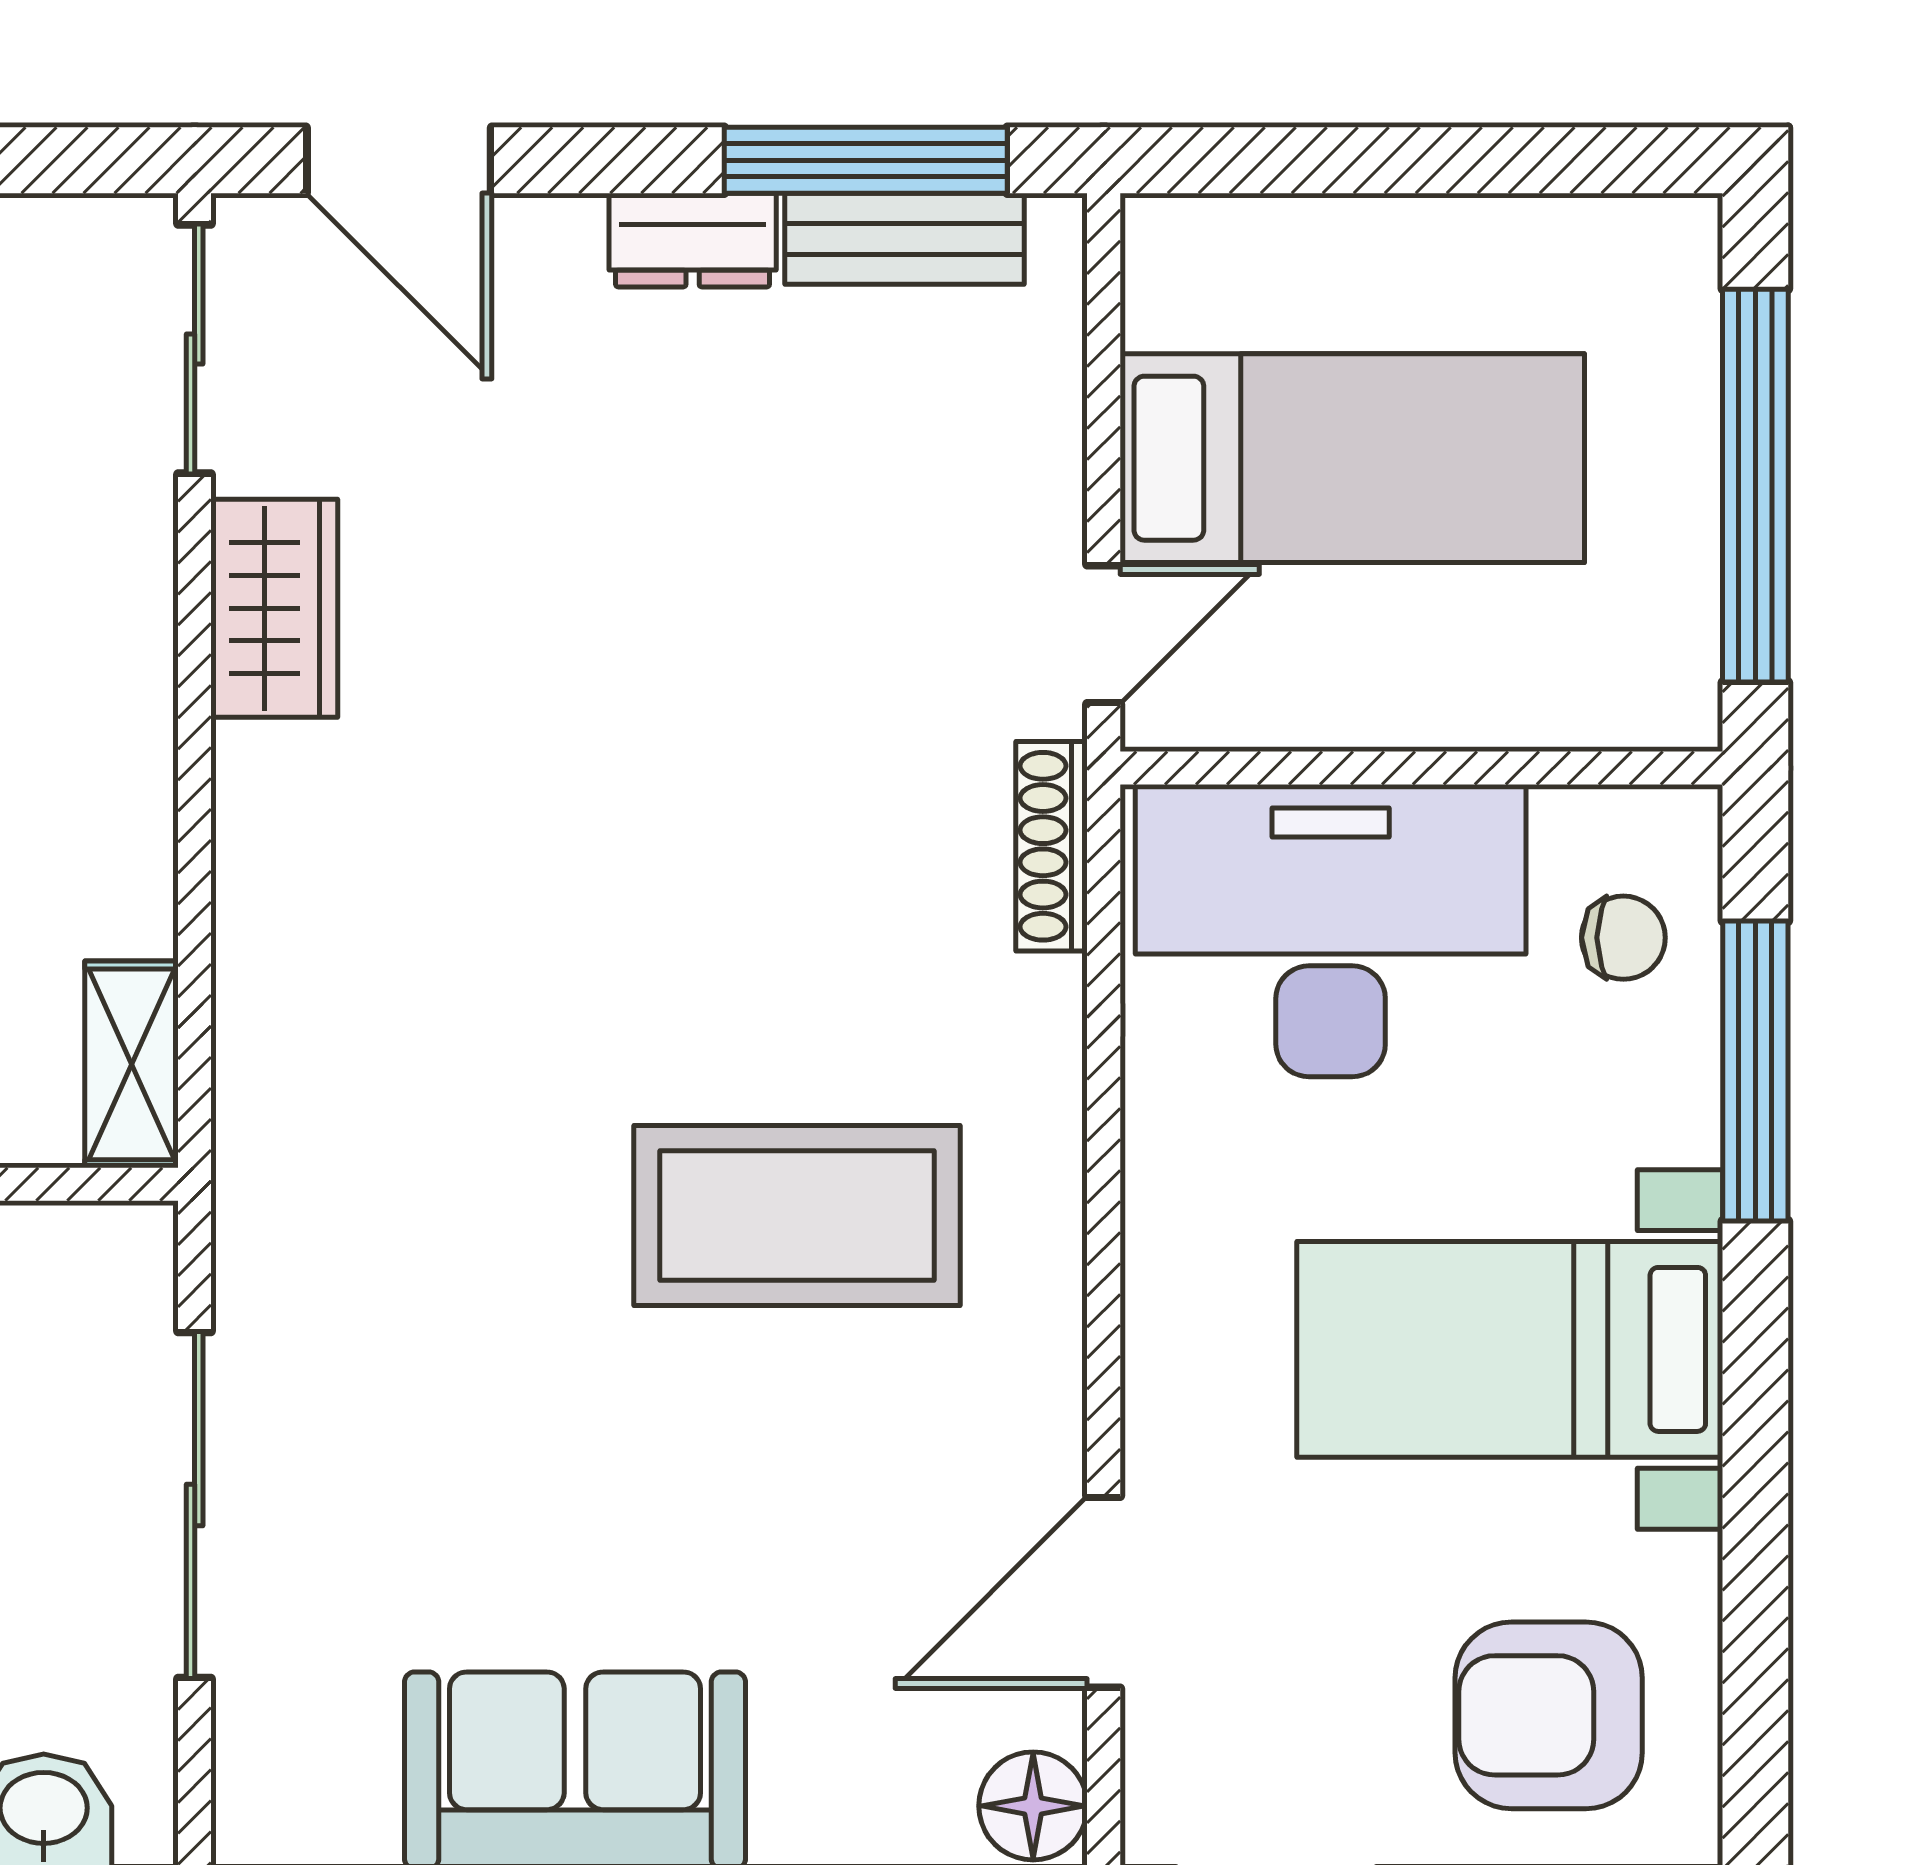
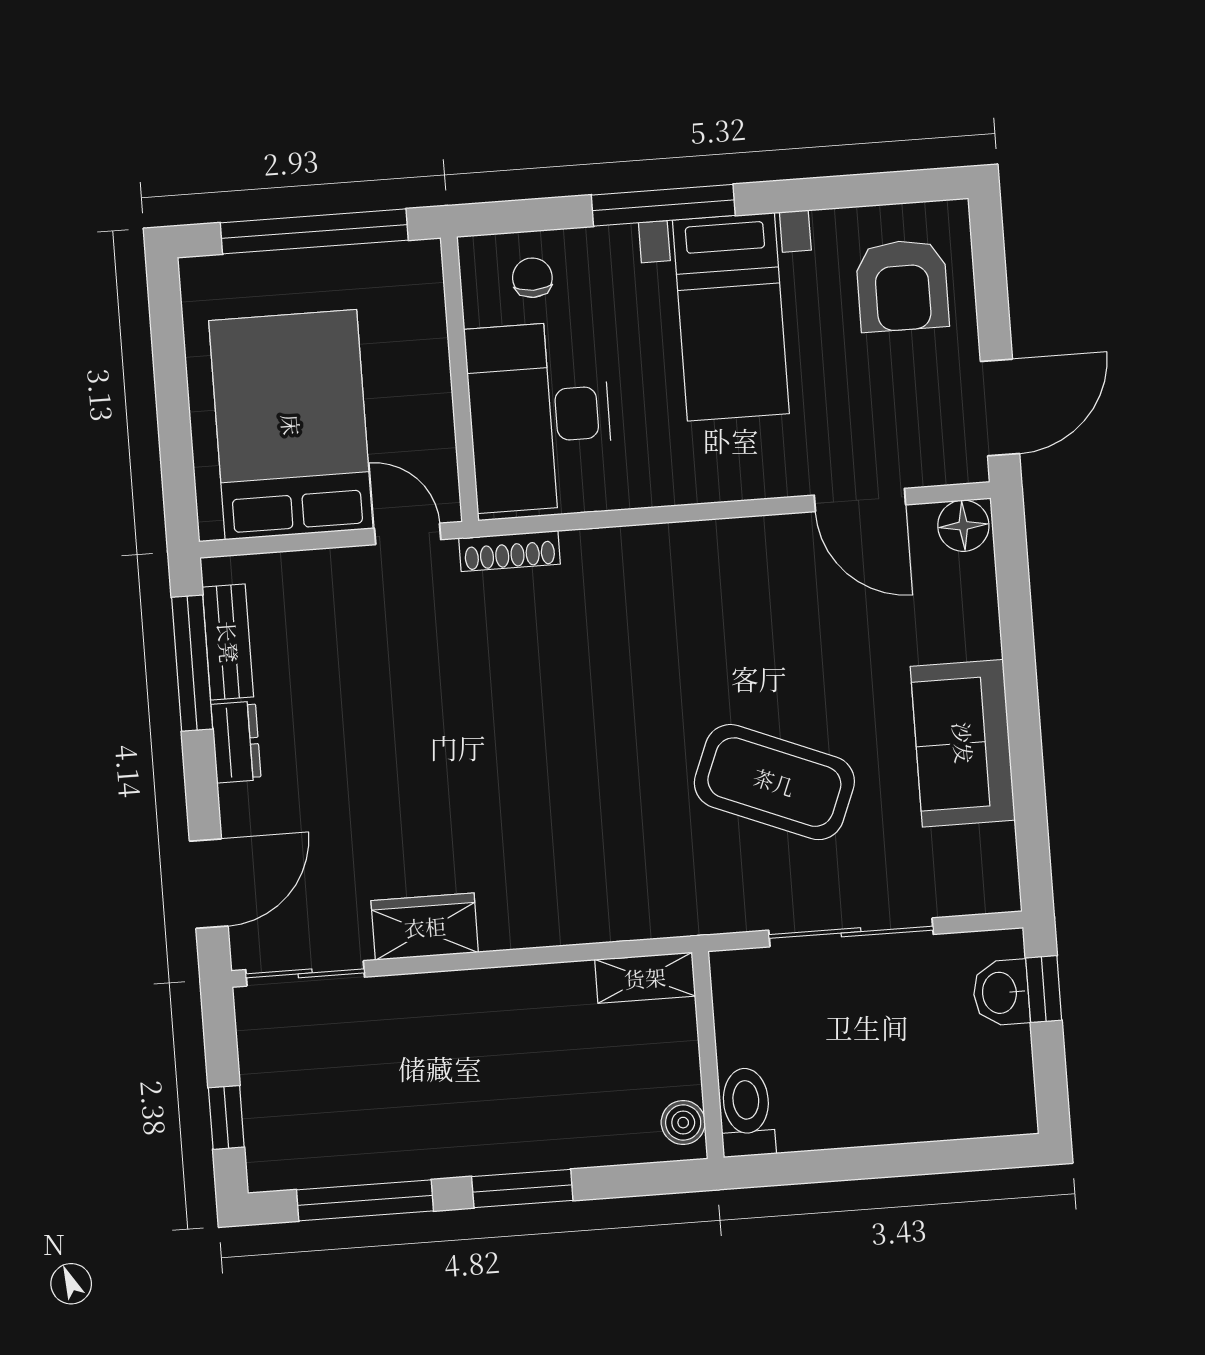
bed: (1352, 458) -> (291, 425), width x1.50
window: (1755, 1071) -> (663, 205), moved
coffee table: (797, 1216) -> (774, 782), moved, turned -68

